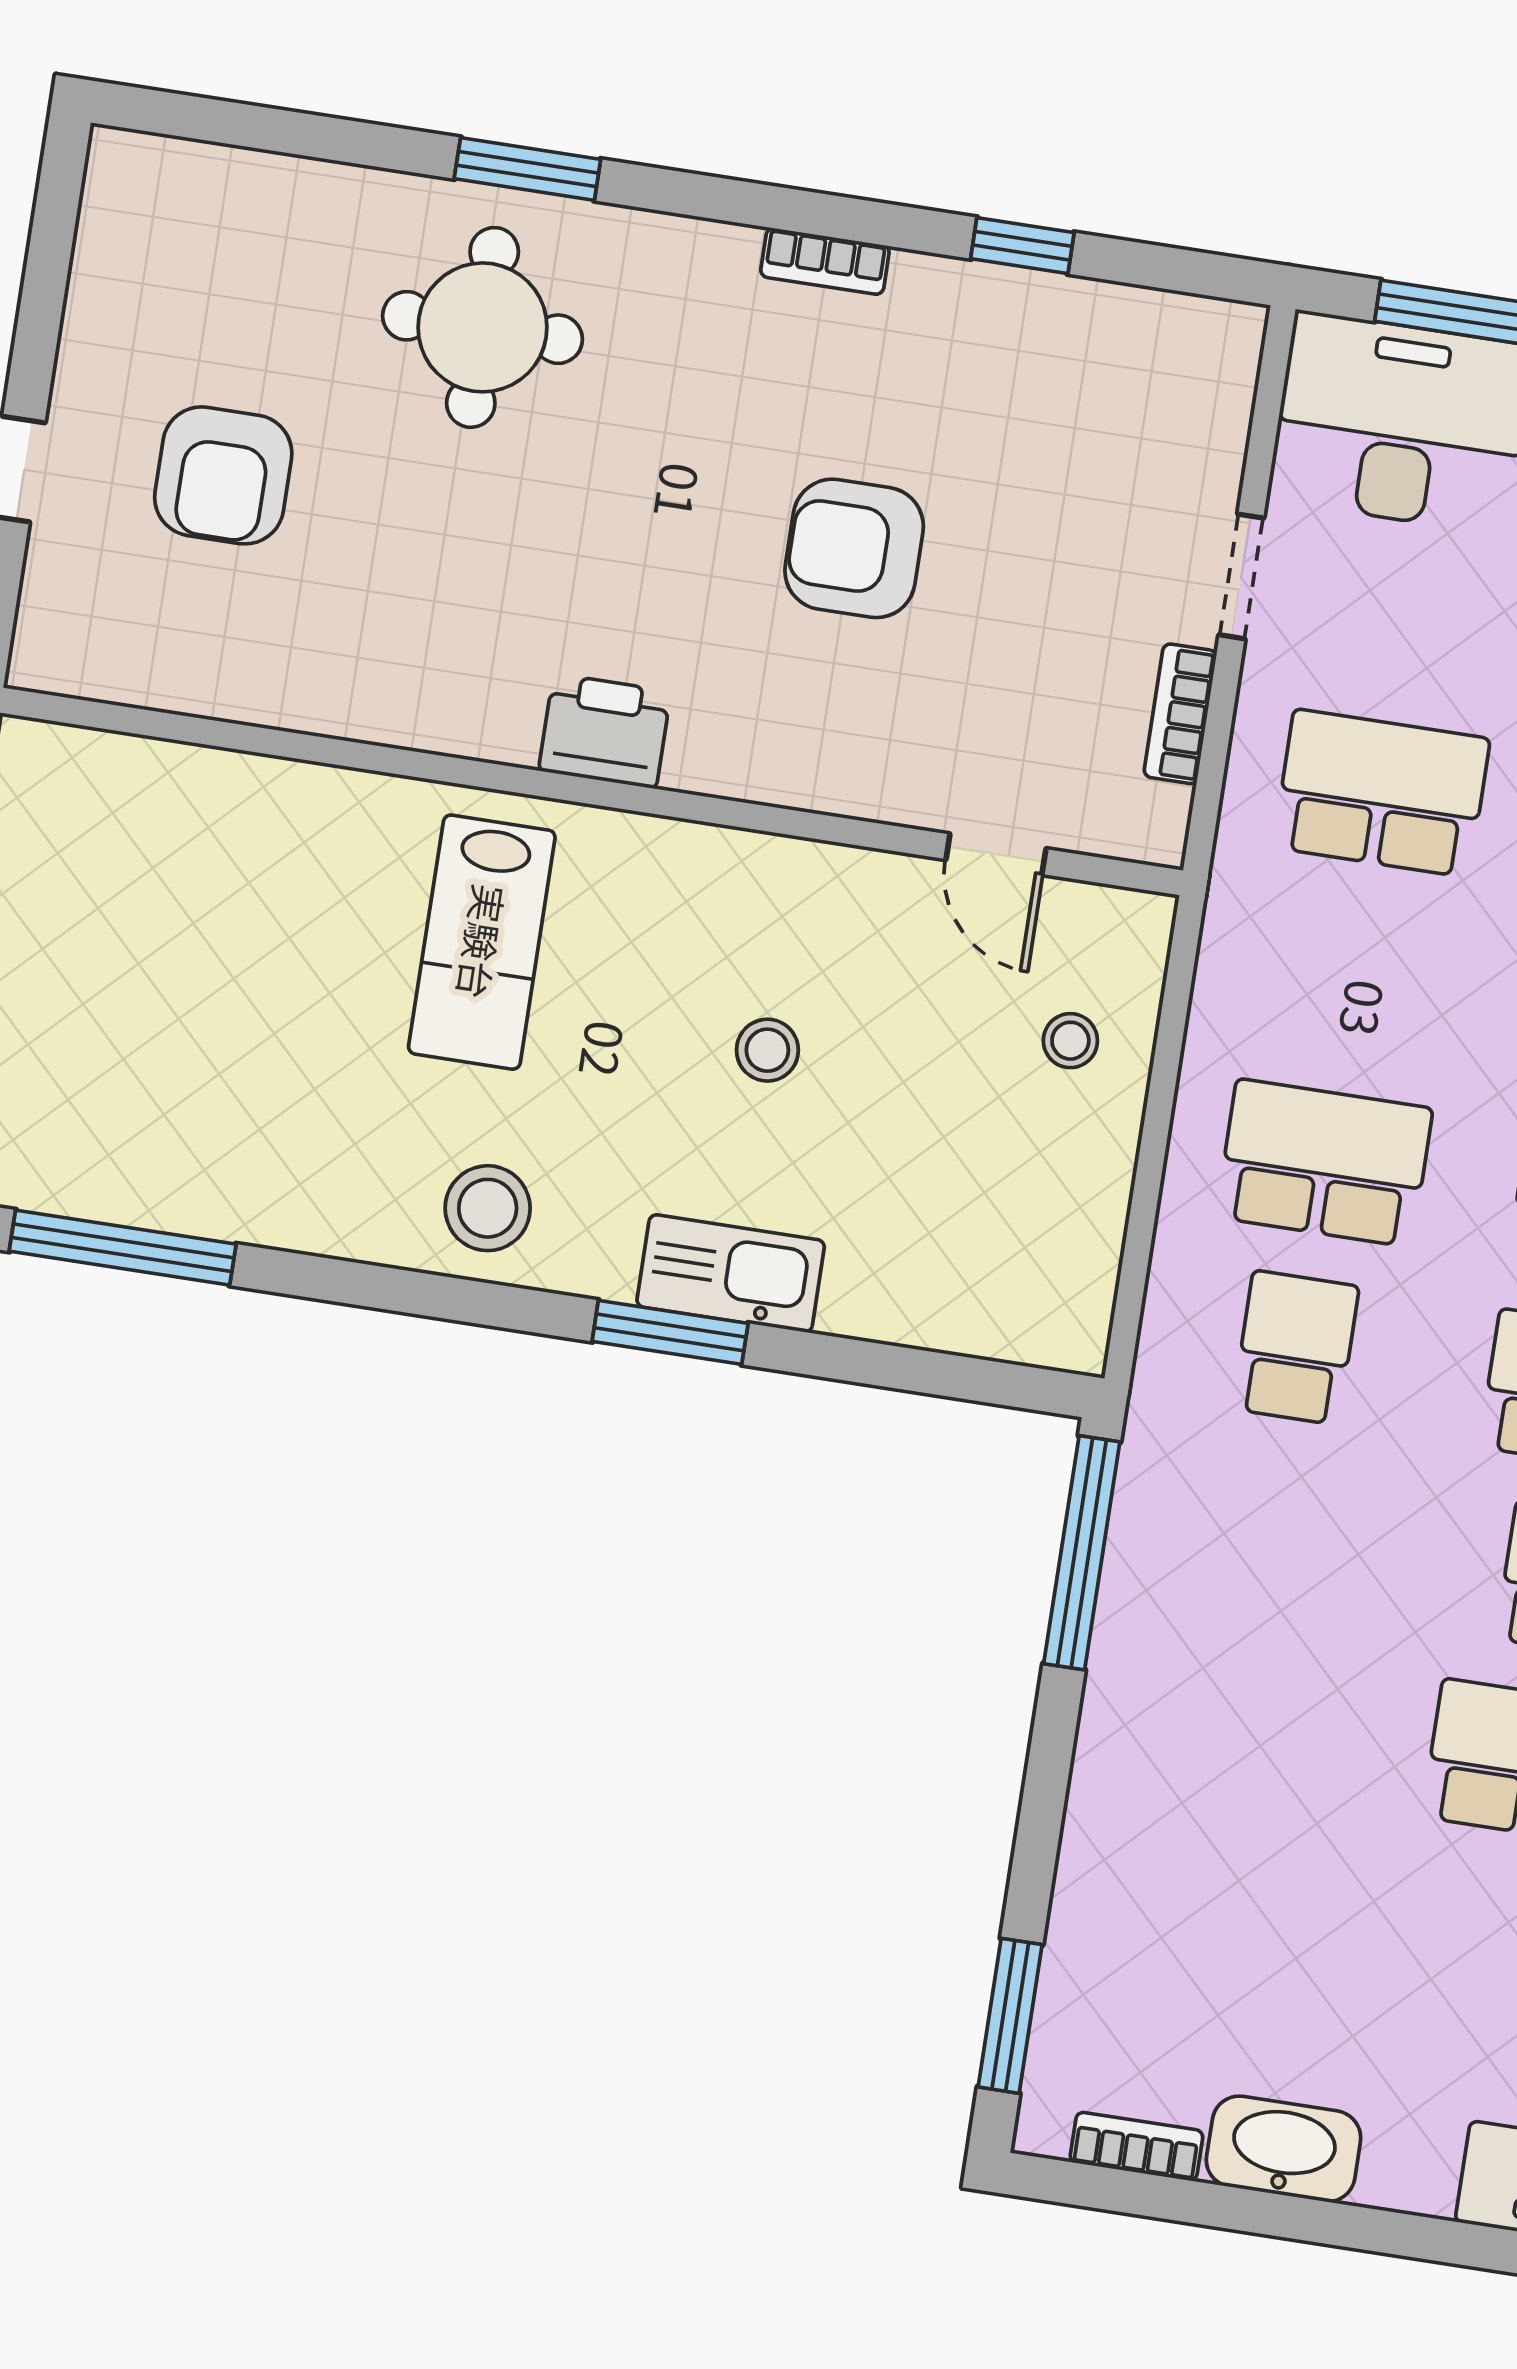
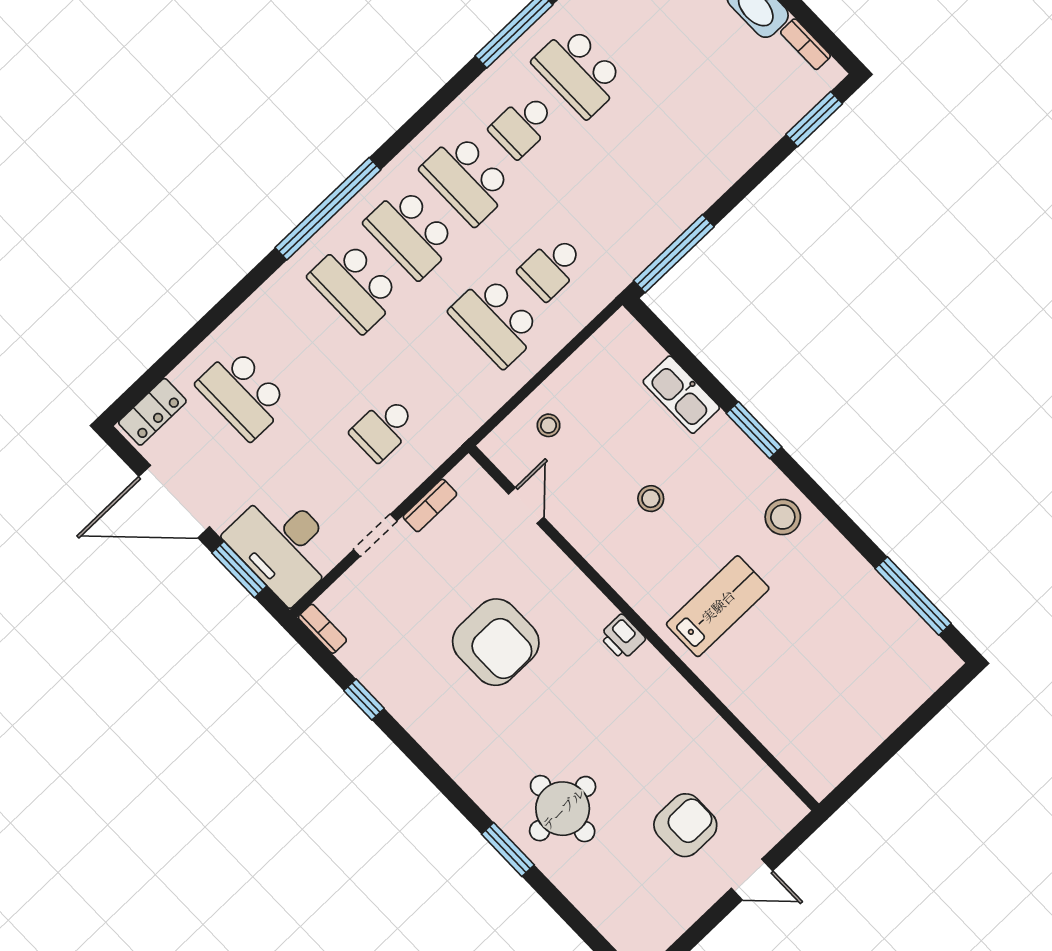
bookcase: (825, 261) -> (322, 629), moved
armchair: (854, 548) -> (496, 642), width x1.36, depth x1.36
printer: (605, 731) -> (622, 637), width x0.73, depth x0.81
school desk: (1381, 793) -> (384, 429), width x0.54
kitchen sink: (731, 1274) -> (681, 395), moved

